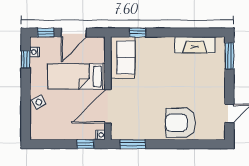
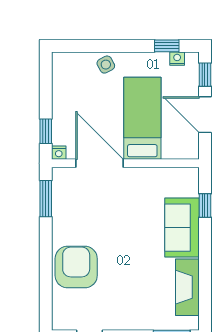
sofa: (123, 57) -> (182, 228), moved, turned 90

